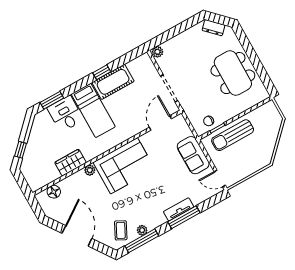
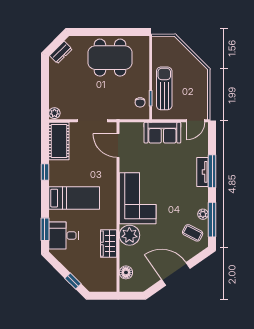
cot: (113, 82) -> (59, 141), moved
desk: (65, 114) -> (64, 235), moved
sun lounger: (233, 135) -> (164, 88), turned 180
plant: (90, 170) -> (129, 235), width x1.87, depth x1.87

